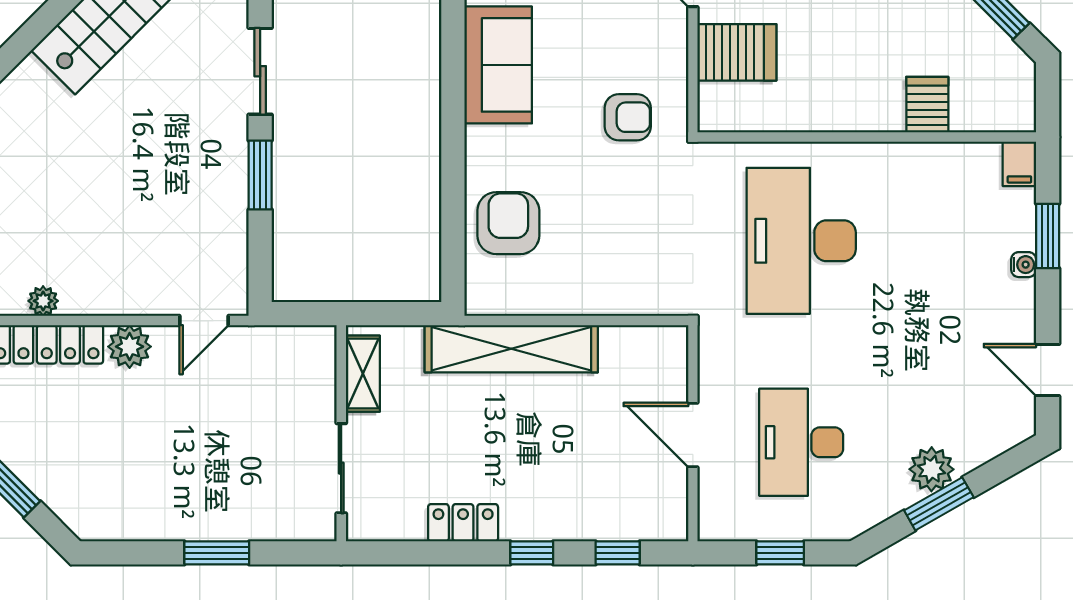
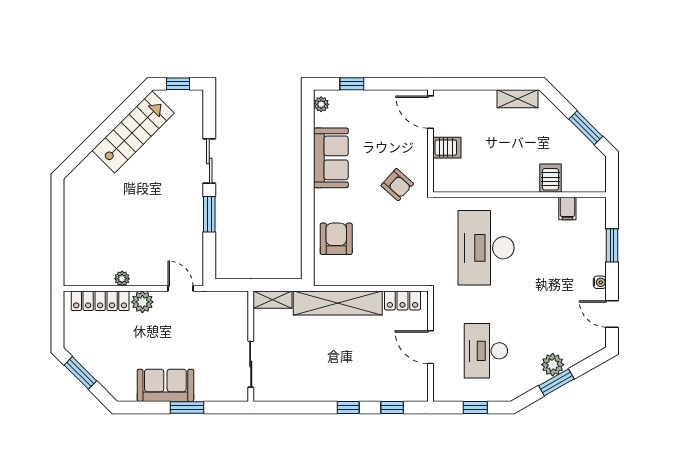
server rack: (737, 52) -> (447, 148), width x0.73, depth x0.70
armchair: (628, 117) -> (397, 185), turned 42
filing cabinet: (1019, 164) -> (567, 208), moved
water cooler: (1024, 265) -> (600, 282), moved
plant: (43, 301) -> (122, 279), moved
door: (204, 321) -> (181, 289), swing flipped
shelving: (363, 374) -> (272, 300), moved, turned 90
sofa: (174, 510) -> (165, 385), added
locker: (463, 523) -> (402, 300), moved, turned 180

